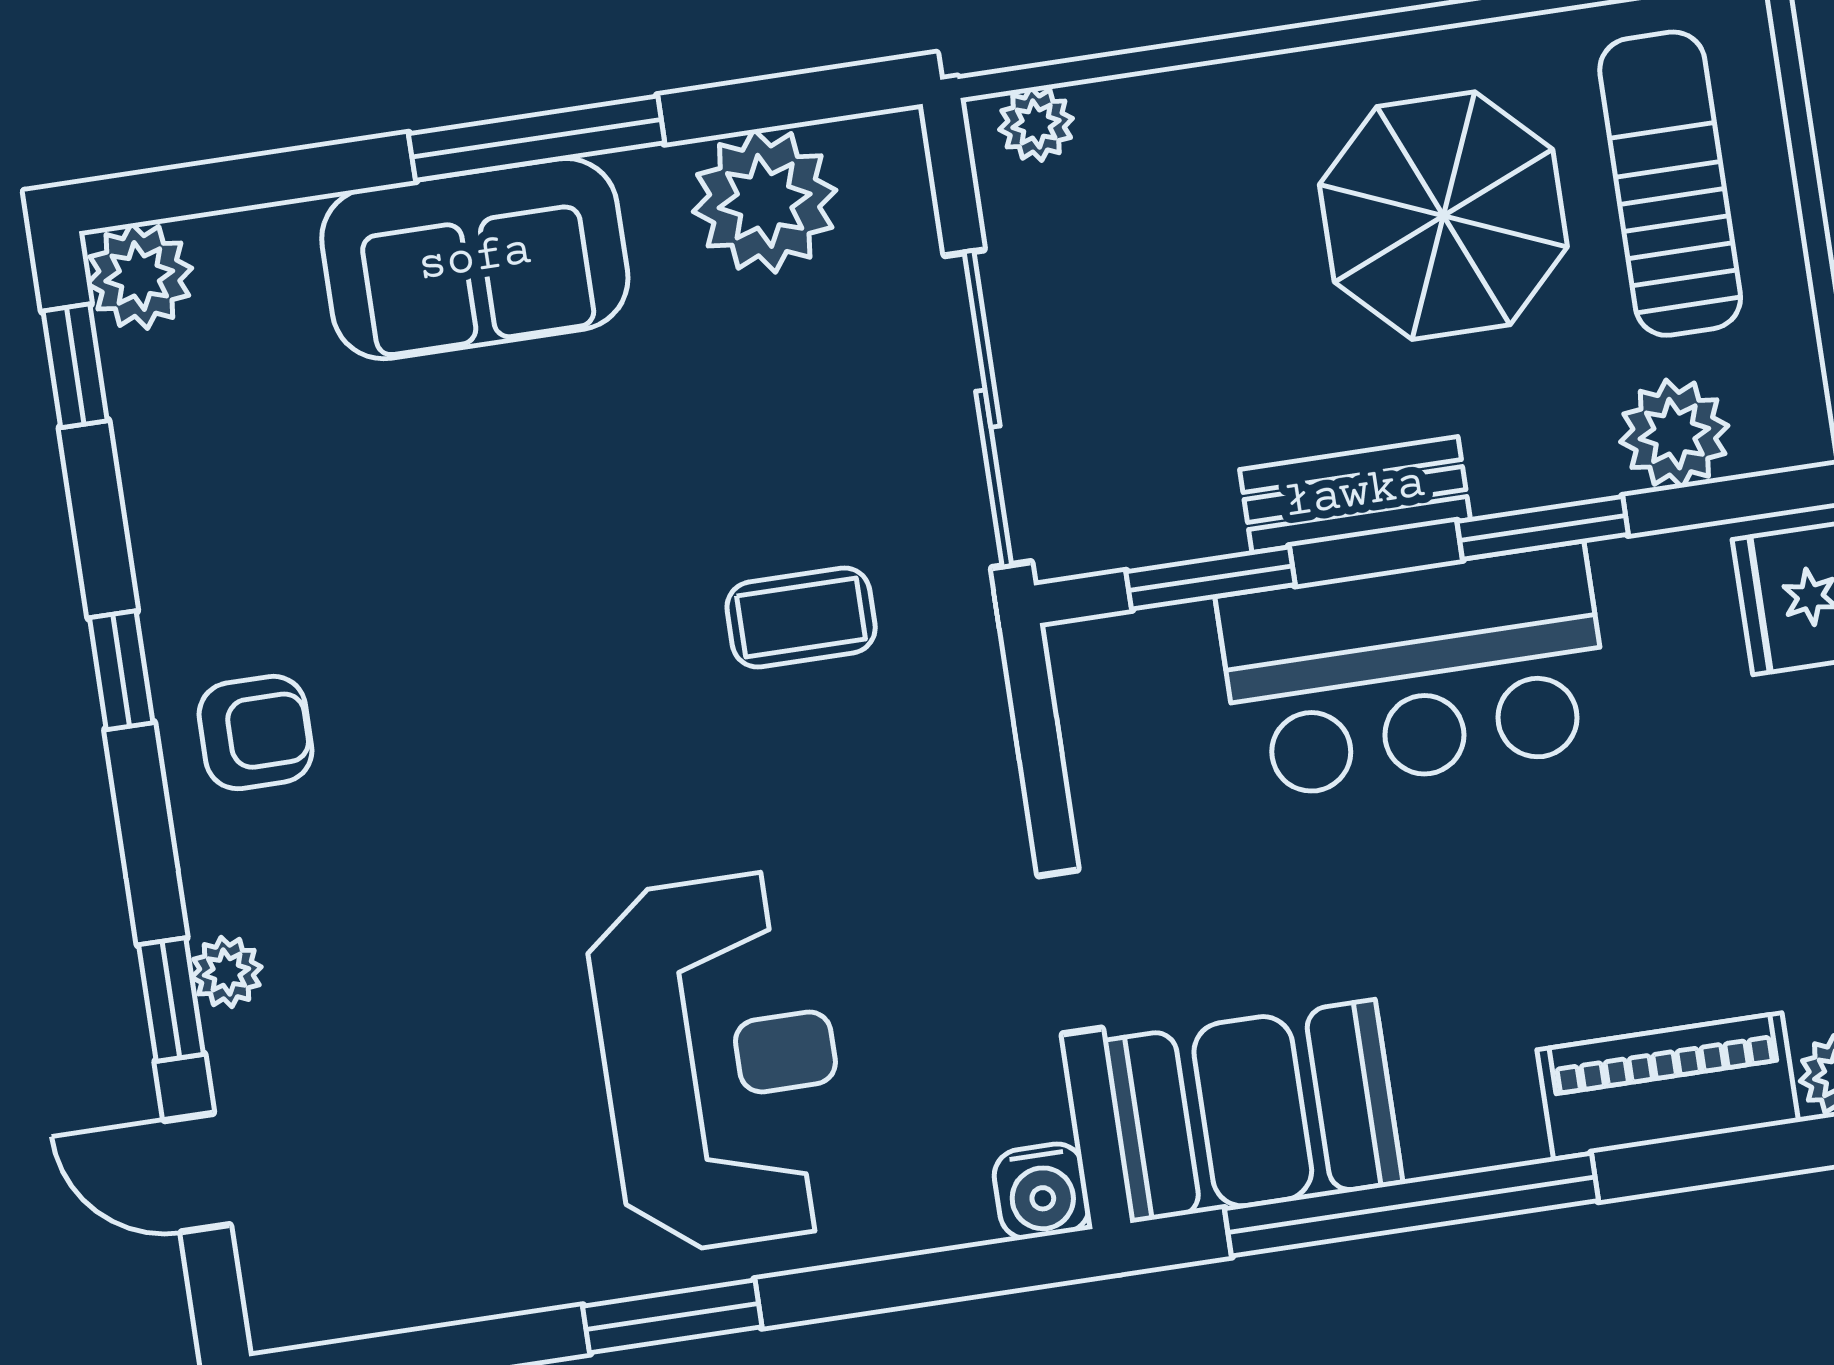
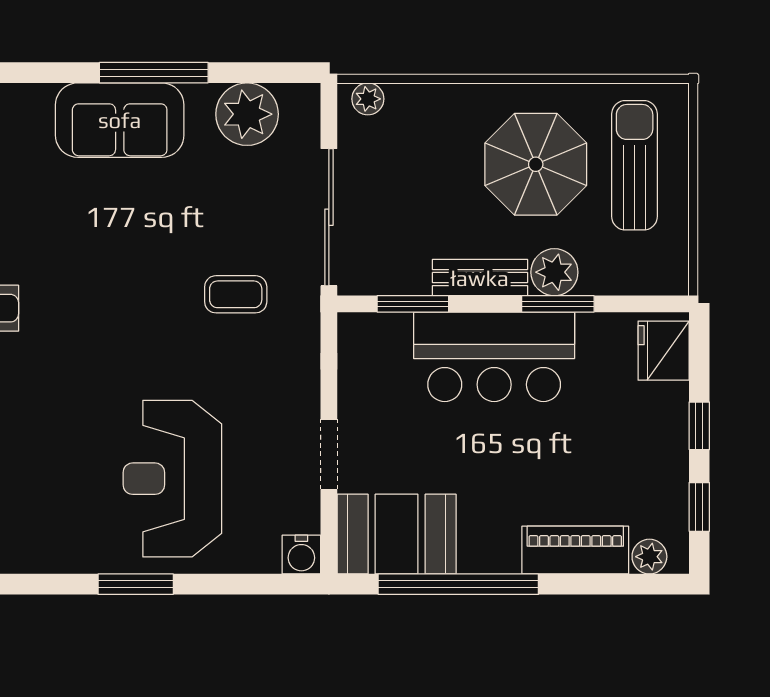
plant: (1674, 434) -> (554, 272), moved
reception desk: (720, 1062) -> (172, 479), turned 180

